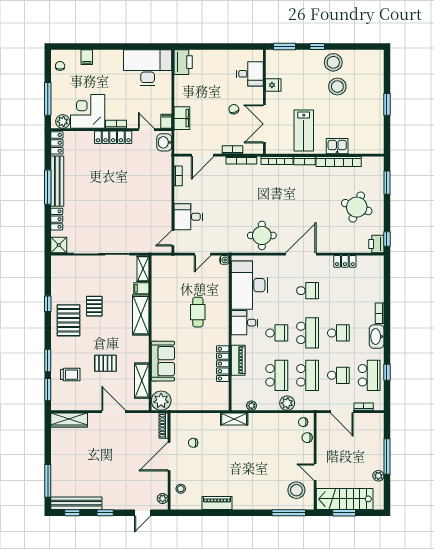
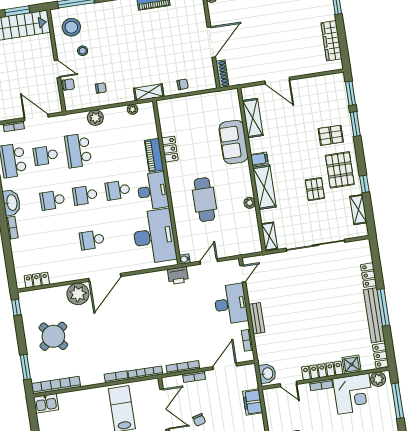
filing cabinet: (166, 121) -> (269, 396), removed
kitchen sink: (337, 146) -> (46, 403), moved
bookcase: (339, 161) -> (56, 385), moved
bench: (166, 195) -> (257, 318), added
round table: (357, 207) -> (53, 336), turned 32
desk: (188, 217) -> (231, 304), width x1.37
round table: (262, 235) -> (149, 291), removed
plant: (328, 243) -> (78, 294), added
printer: (376, 244) -> (178, 276), moved, turned 90
shower: (59, 245) -> (352, 364), moved
locker: (345, 261) -> (37, 280), moved
shelving: (57, 281) -> (358, 210), added
filing cabinet: (141, 288) -> (259, 159), moved
cafe table: (198, 312) -> (204, 200), width x1.37, depth x1.35
desk: (245, 323) -> (153, 191), width x1.37
school desk: (308, 333) -> (85, 195), width x0.54
pallet: (105, 363) -> (331, 135), moved
locker: (223, 364) -> (170, 149), width x0.66
trolley: (70, 375) -> (329, 113), removed
school desk: (277, 375) -> (111, 145), removed
plant: (161, 401) -> (250, 203), moved, width x0.53, depth x0.53
wardrobe: (69, 420) -> (331, 41), moved, turned -90
chair: (303, 422) -> (101, 88), moved
chair: (193, 443) -> (183, 84), moved
door: (315, 472) -> (57, 69), moved
stool: (181, 489) -> (83, 51), moved

